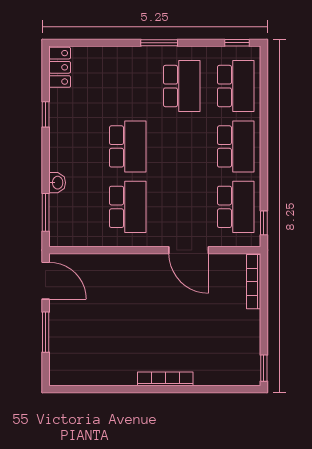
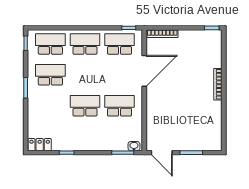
washbasin: (57, 183) -> (134, 146), moved
door: (189, 250) -> (144, 71), width x1.36
door: (46, 281) -> (162, 153), swing flipped

